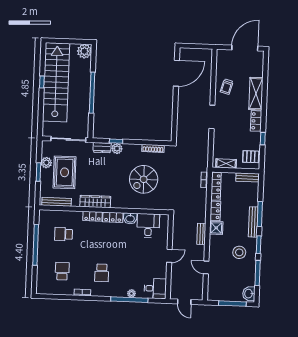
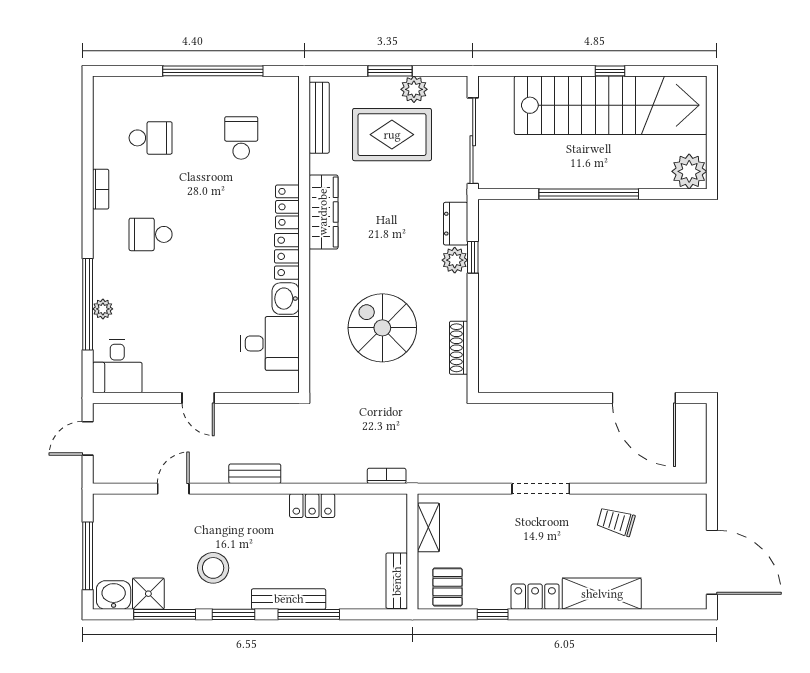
locker: (216, 186) -> (372, 505), removed
shower: (216, 228) -> (148, 594), moved

